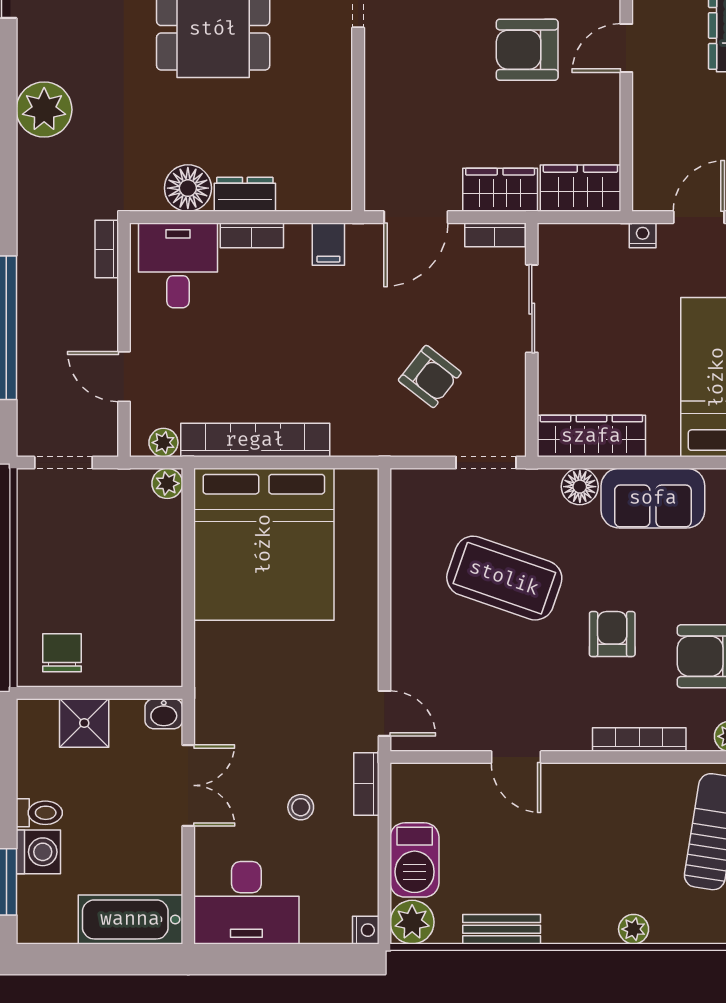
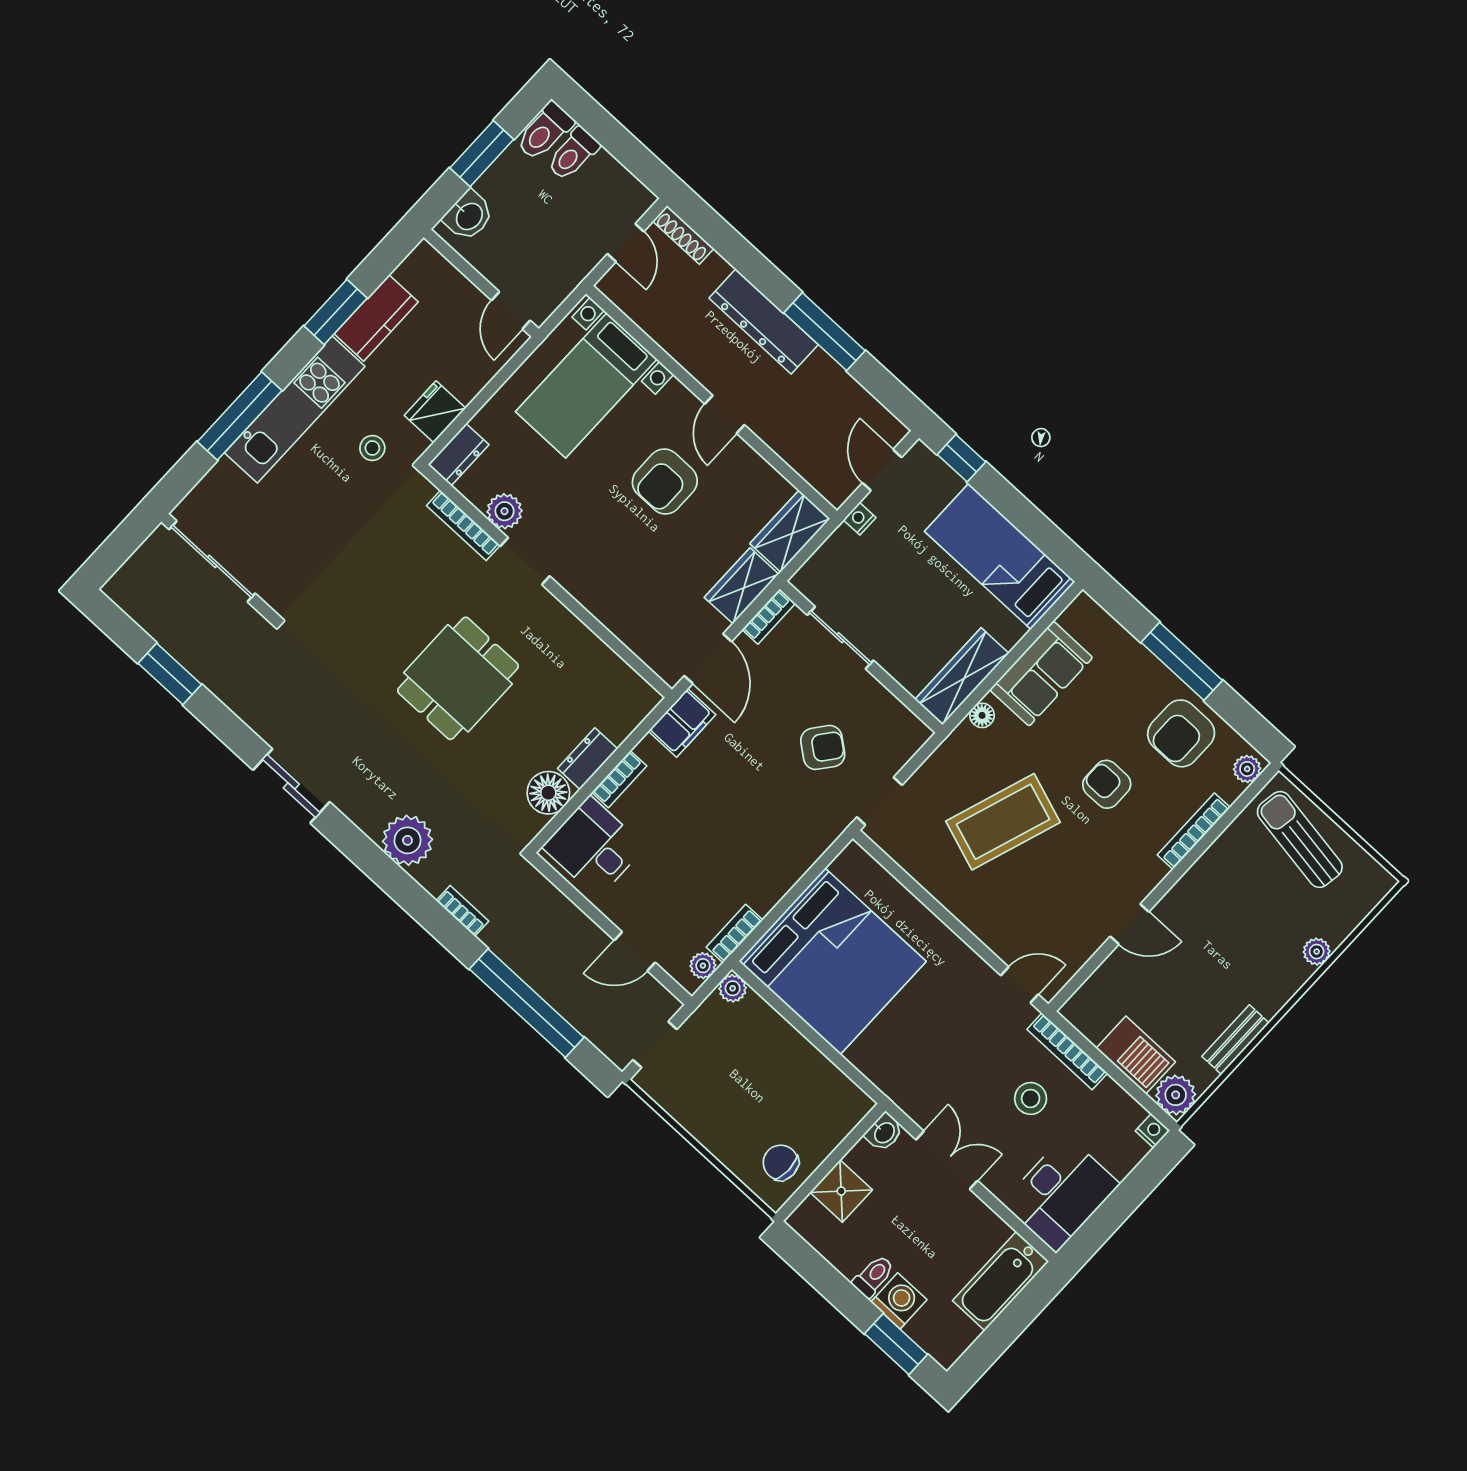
filing cabinet: (328, 244) -> (682, 723), width x2.00
bookcase: (107, 249) -> (462, 911), moved, turned 180
bookcase: (255, 440) -> (734, 934), width x0.43, depth x0.76
doorway: (486, 463) -> (879, 801), moved
floor lamp: (580, 487) -> (982, 715), width x0.73, depth x0.73
bookcase: (366, 784) -> (1067, 1051), width x1.56
stool: (301, 807) -> (1031, 1098), width x1.37, depth x1.37

